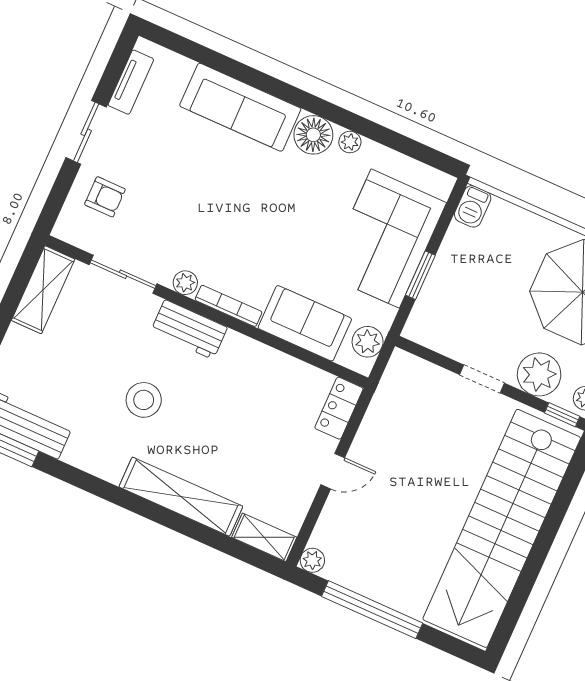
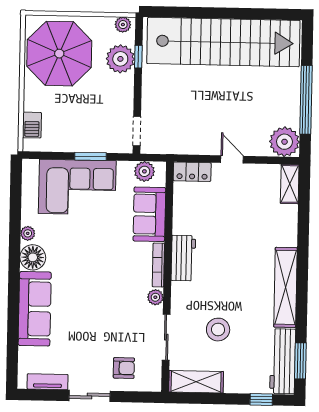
armchair: (105, 197) -> (124, 368), turned 90
barbecue: (473, 206) -> (32, 125), moved, turned 90
workbench: (189, 330) -> (183, 258), moved
doorway: (482, 379) -> (137, 131), moved
stool: (144, 400) -> (218, 330), moved
window: (562, 415) -> (138, 57), moved
shelving: (181, 497) -> (286, 287), moved
plant: (312, 560) -> (284, 142), width x1.88, depth x1.88

